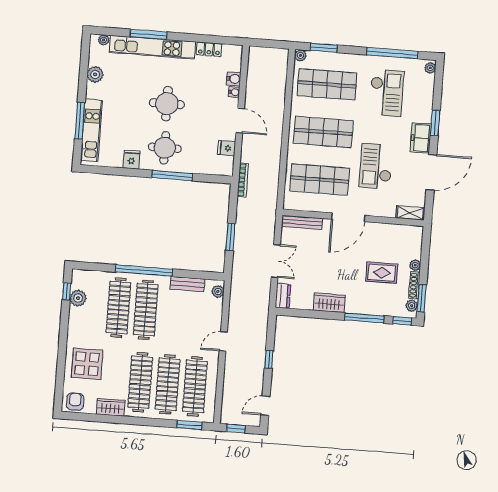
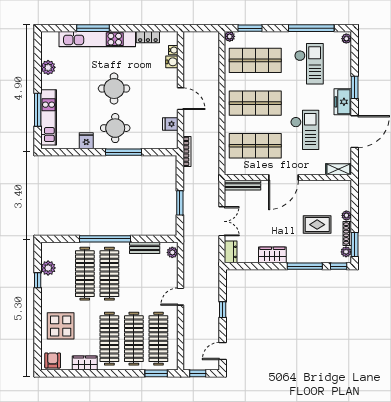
plant: (104, 40) -> (53, 36), removed
water cooler: (234, 92) -> (173, 50), moved
checkout: (376, 166) -> (305, 130), turned 180
window: (67, 291) -> (38, 280), moved

